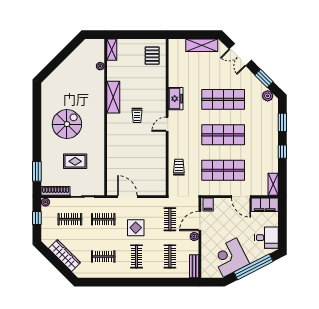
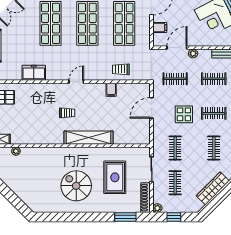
shelving: (113, 97) -> (89, 138), moved, width x1.47
freezer: (176, 99) -> (34, 73), moved
door: (167, 124) -> (76, 82), swing flipped
filing cabinet: (159, 158) -> (111, 90), added
rug: (75, 161) -> (115, 177), width x1.36, depth x1.43
door: (127, 197) -> (152, 108), moved
filing cabinet: (208, 204) -> (160, 28), moved
door: (200, 221) -> (177, 48), swing flipped

